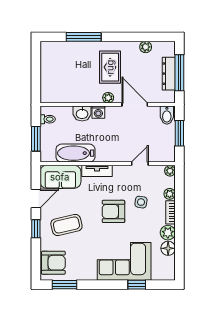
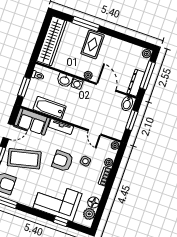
plant: (146, 47) -> (147, 54), moved
rug: (110, 67) -> (93, 44), moved
wardrobe: (50, 72) -> (52, 41), added
dresser: (169, 74) -> (136, 83), moved
door: (140, 164) -> (95, 132), swing flipped
coffee table: (66, 225) -> (24, 159), width x1.36, depth x1.32
plant: (168, 233) -> (89, 214), moved

